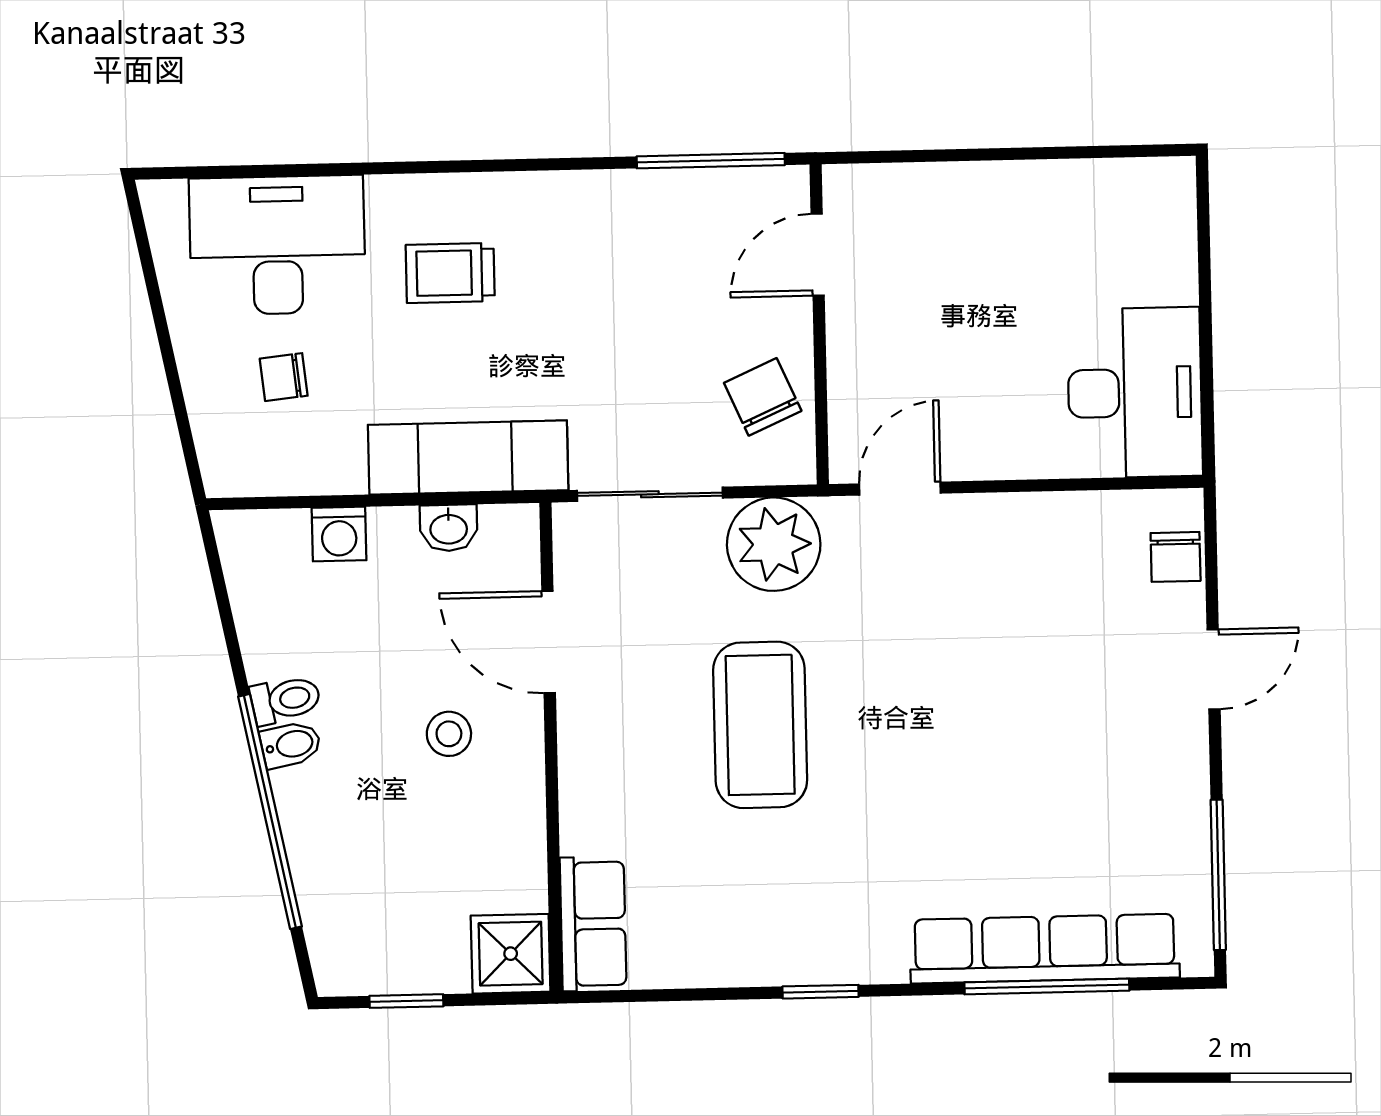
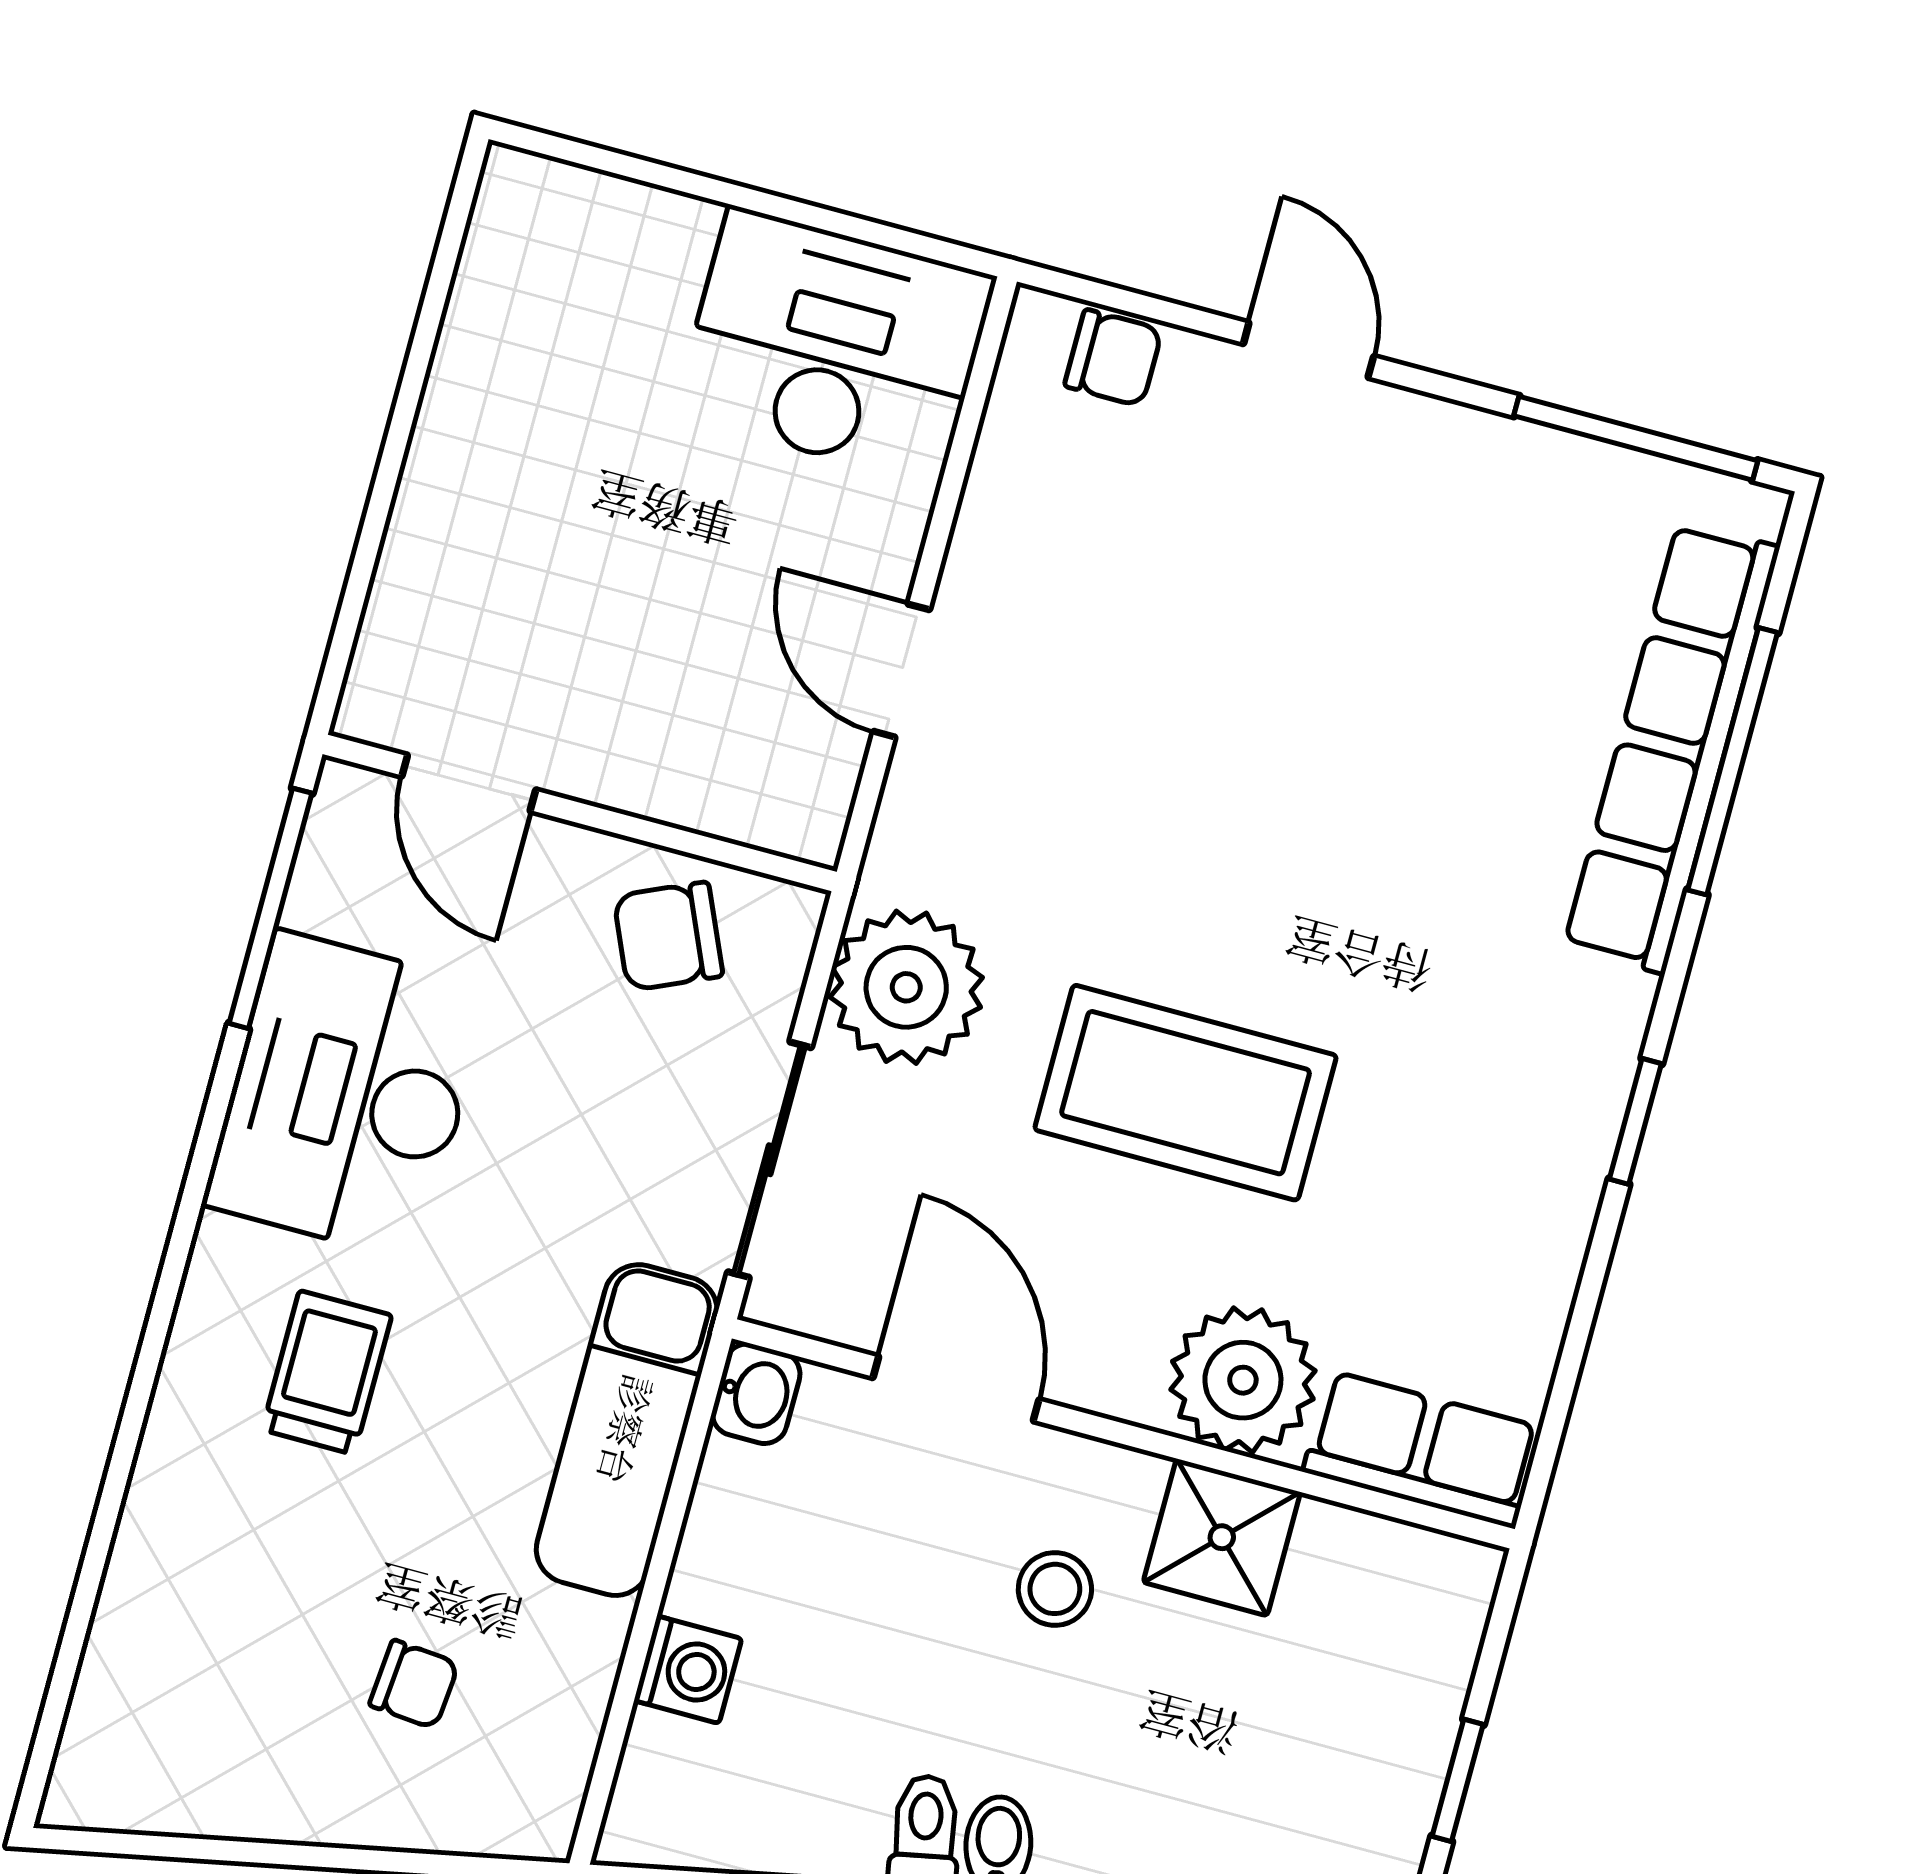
desk: (277, 245) -> (347, 1096), moved
trolley: (450, 273) -> (327, 1372), turned 180
chair: (284, 377) -> (414, 1684), turned -79
door: (900, 489) -> (902, 671), moved
washbasin: (449, 528) -> (756, 1394), moved
door: (549, 642) -> (956, 1389), swing flipped
plant: (603, 808) -> (1243, 1380), added
shower: (511, 954) -> (1222, 1537), moved

